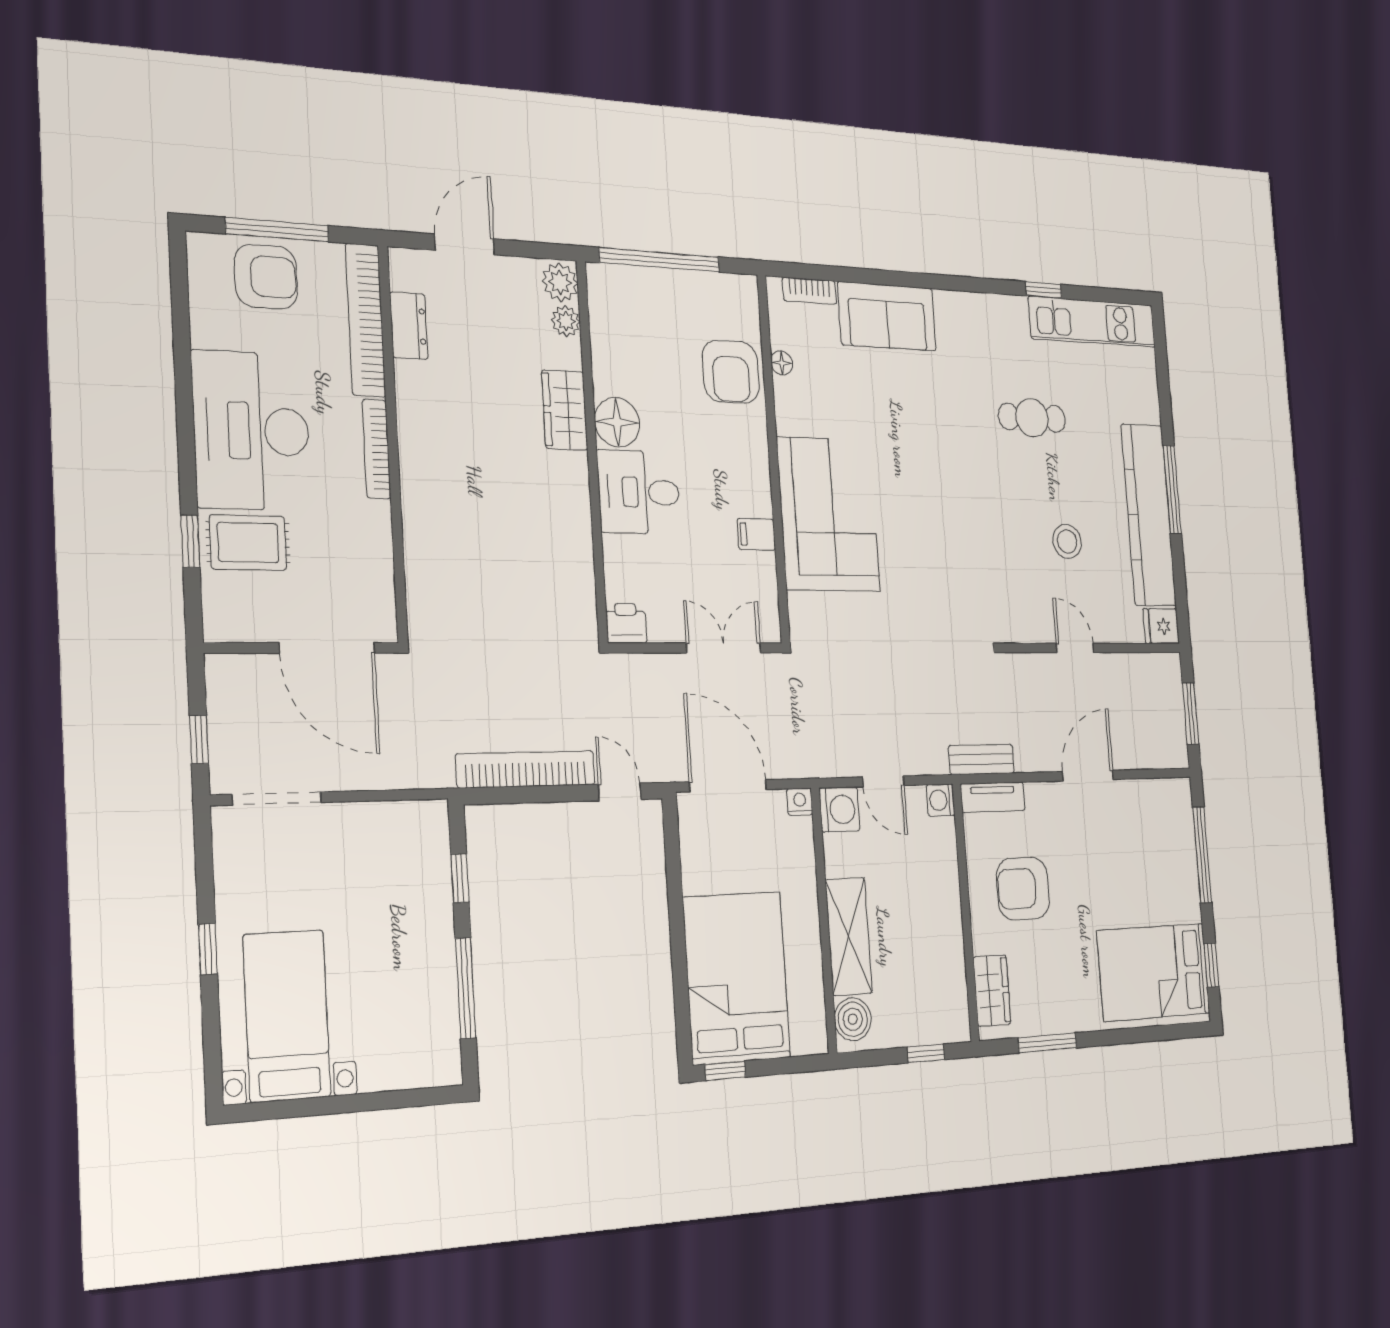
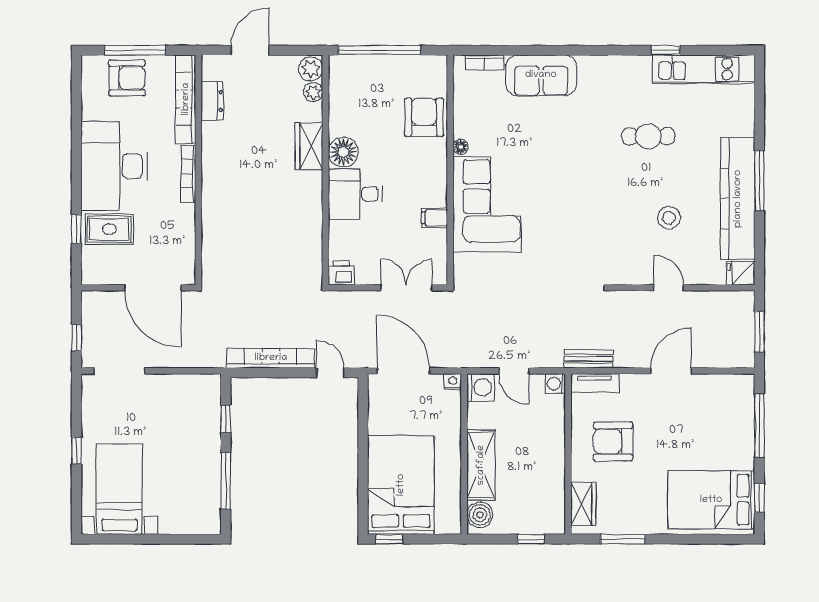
floor lamp: (782, 363) -> (461, 147), moved
armchair: (731, 372) -> (424, 117), turned 180

